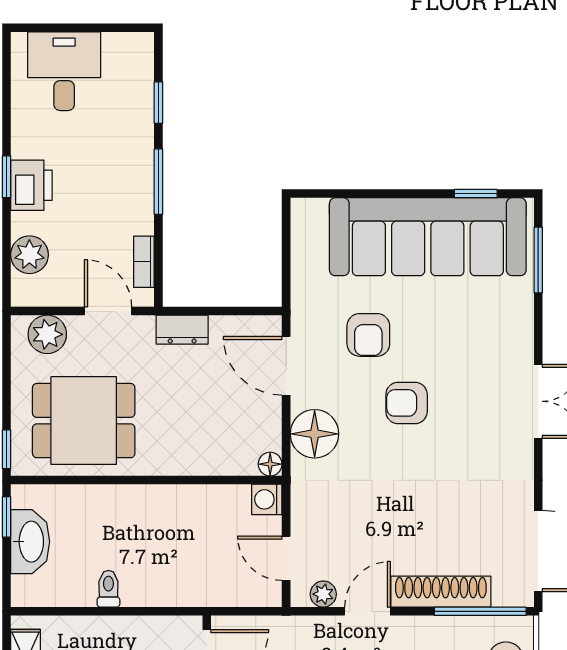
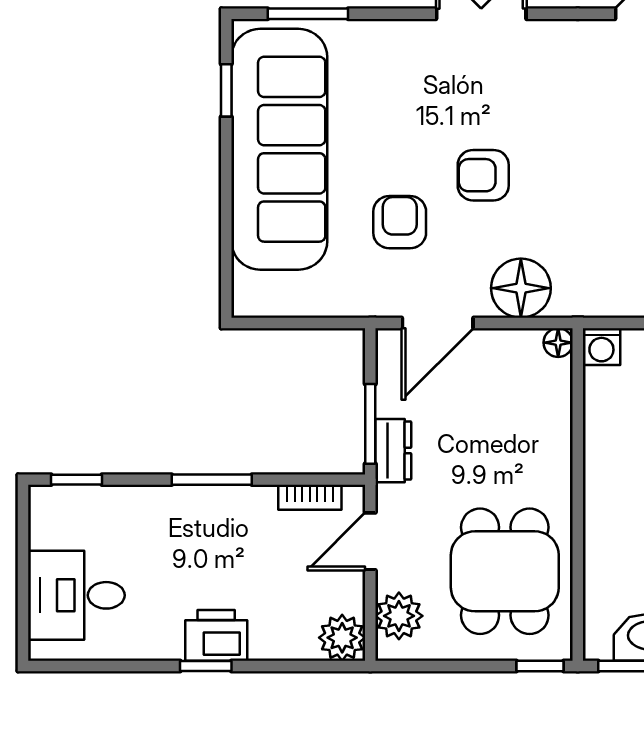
window: (158, 103) -> (76, 480), moved
plant: (29, 255) -> (342, 638), moved
window: (204, 311) -> (370, 424), added
armchair: (368, 335) -> (400, 222), turned -90
armchair: (407, 403) -> (483, 175), turned 90

